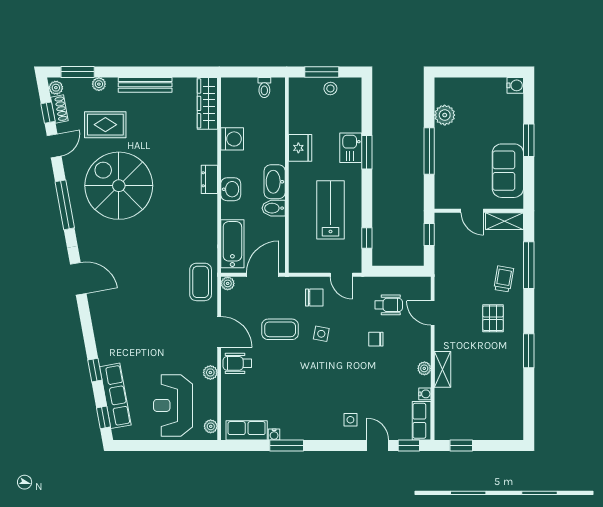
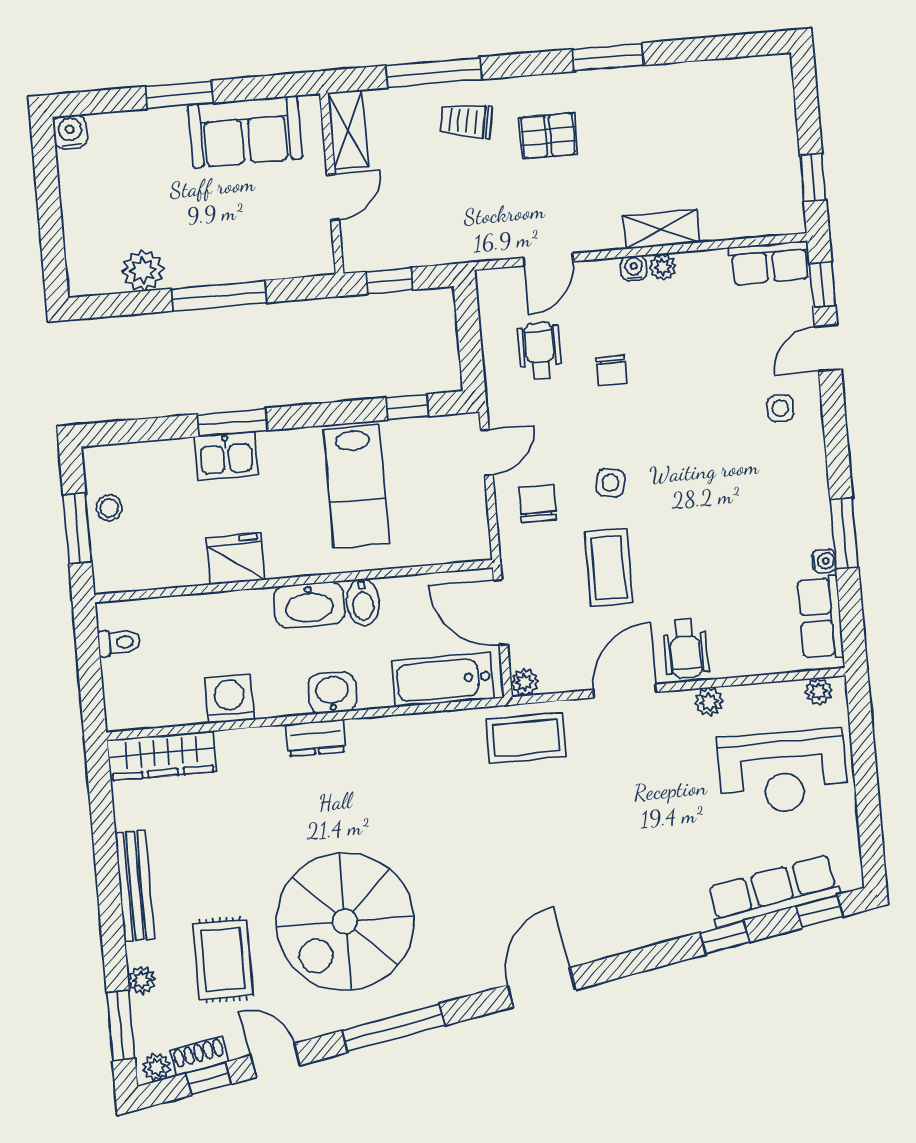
lab bench: (331, 210) -> (356, 486), turned -90
water cooler: (425, 394) -> (634, 268), moved

